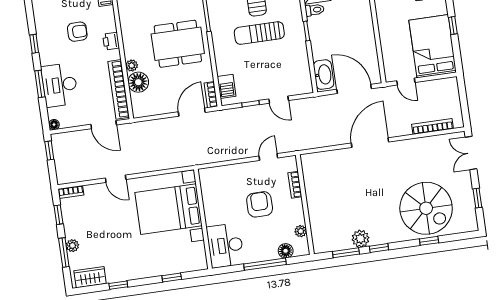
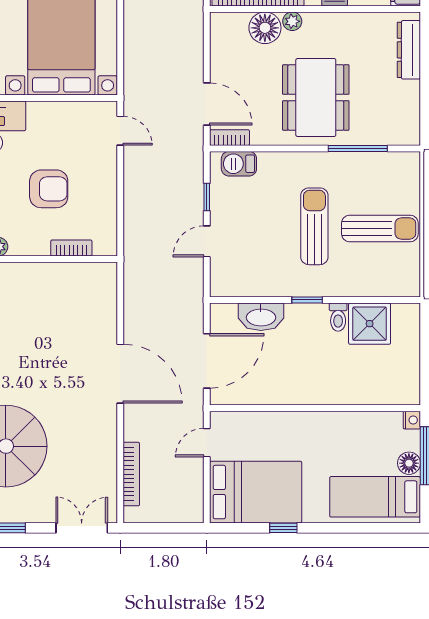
washbasin: (324, 75) -> (261, 317), moved
door: (268, 157) -> (120, 131), moved

